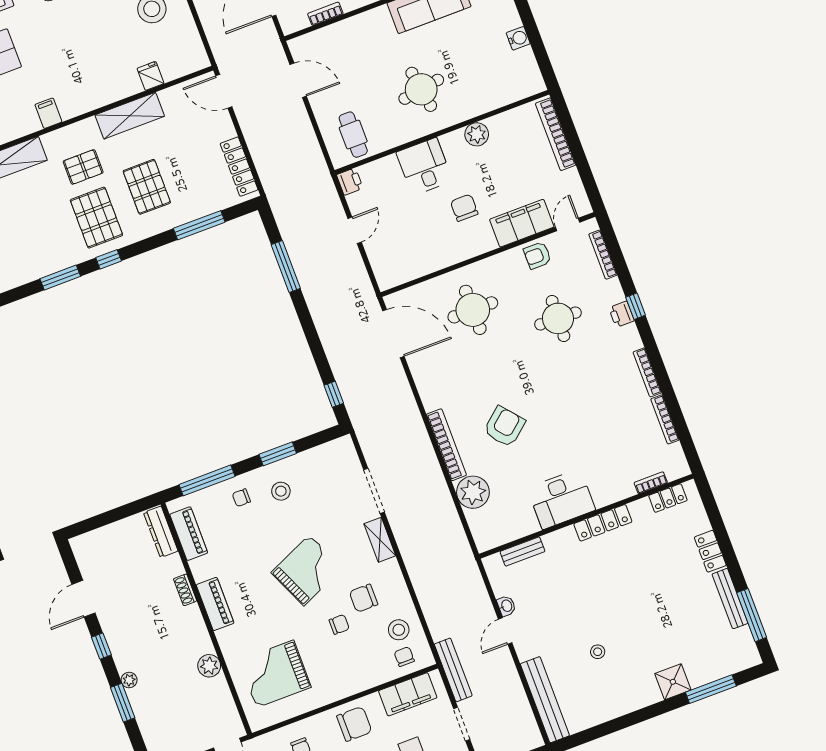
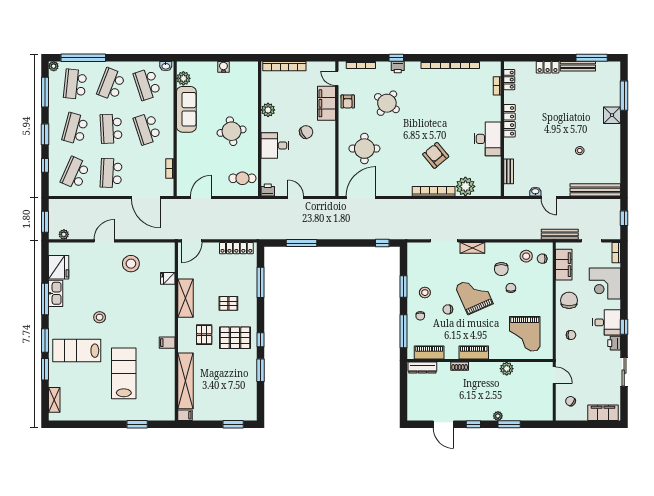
pallet: (147, 187) -> (228, 303), width x0.67, depth x0.71
chair: (464, 208) -> (306, 132), turned 151
round table: (558, 318) -> (387, 103), turned 33
chair: (268, 538) -> (448, 309), added

